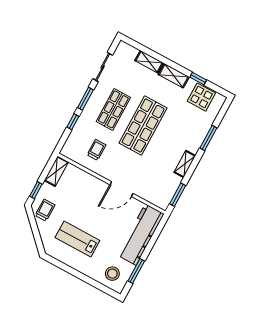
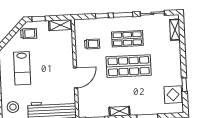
shelving: (149, 62) -> (175, 30), moved
shelving: (174, 76) -> (176, 66), removed
door: (121, 189) -> (75, 78), swing flipped
lab bench: (77, 239) -> (22, 68), turned 180

